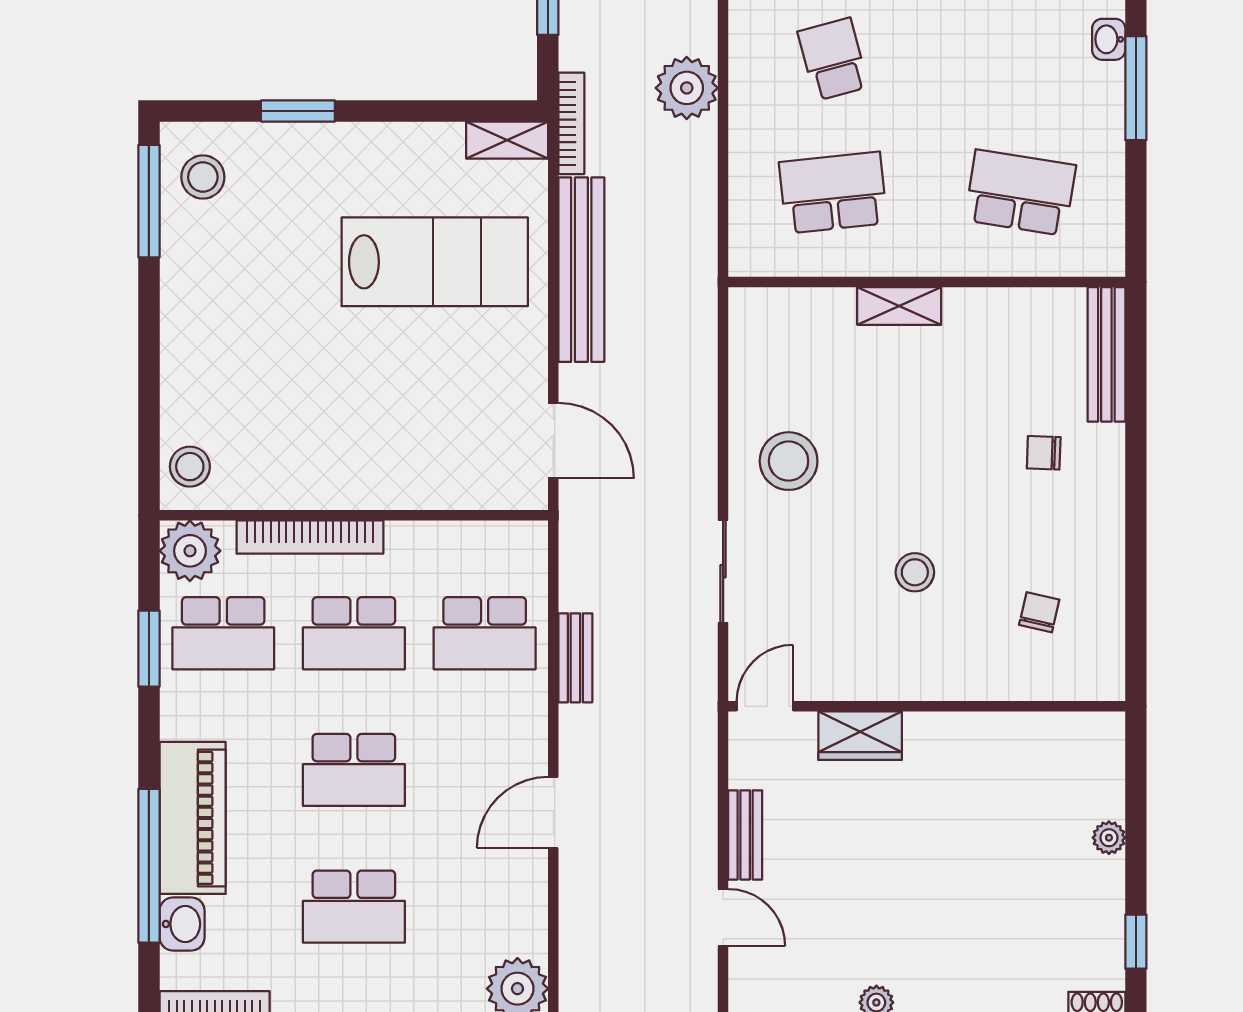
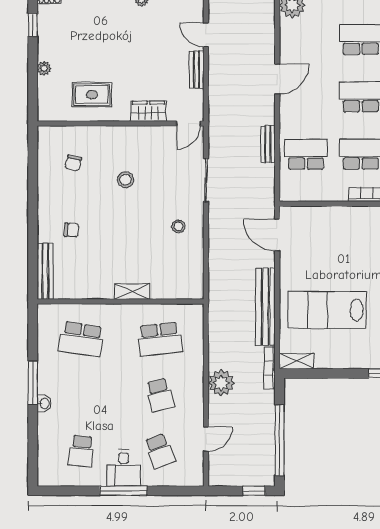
stool: (789, 461) -> (178, 226), width x0.53, depth x0.53
rug: (995, 776) -> (92, 94), added

